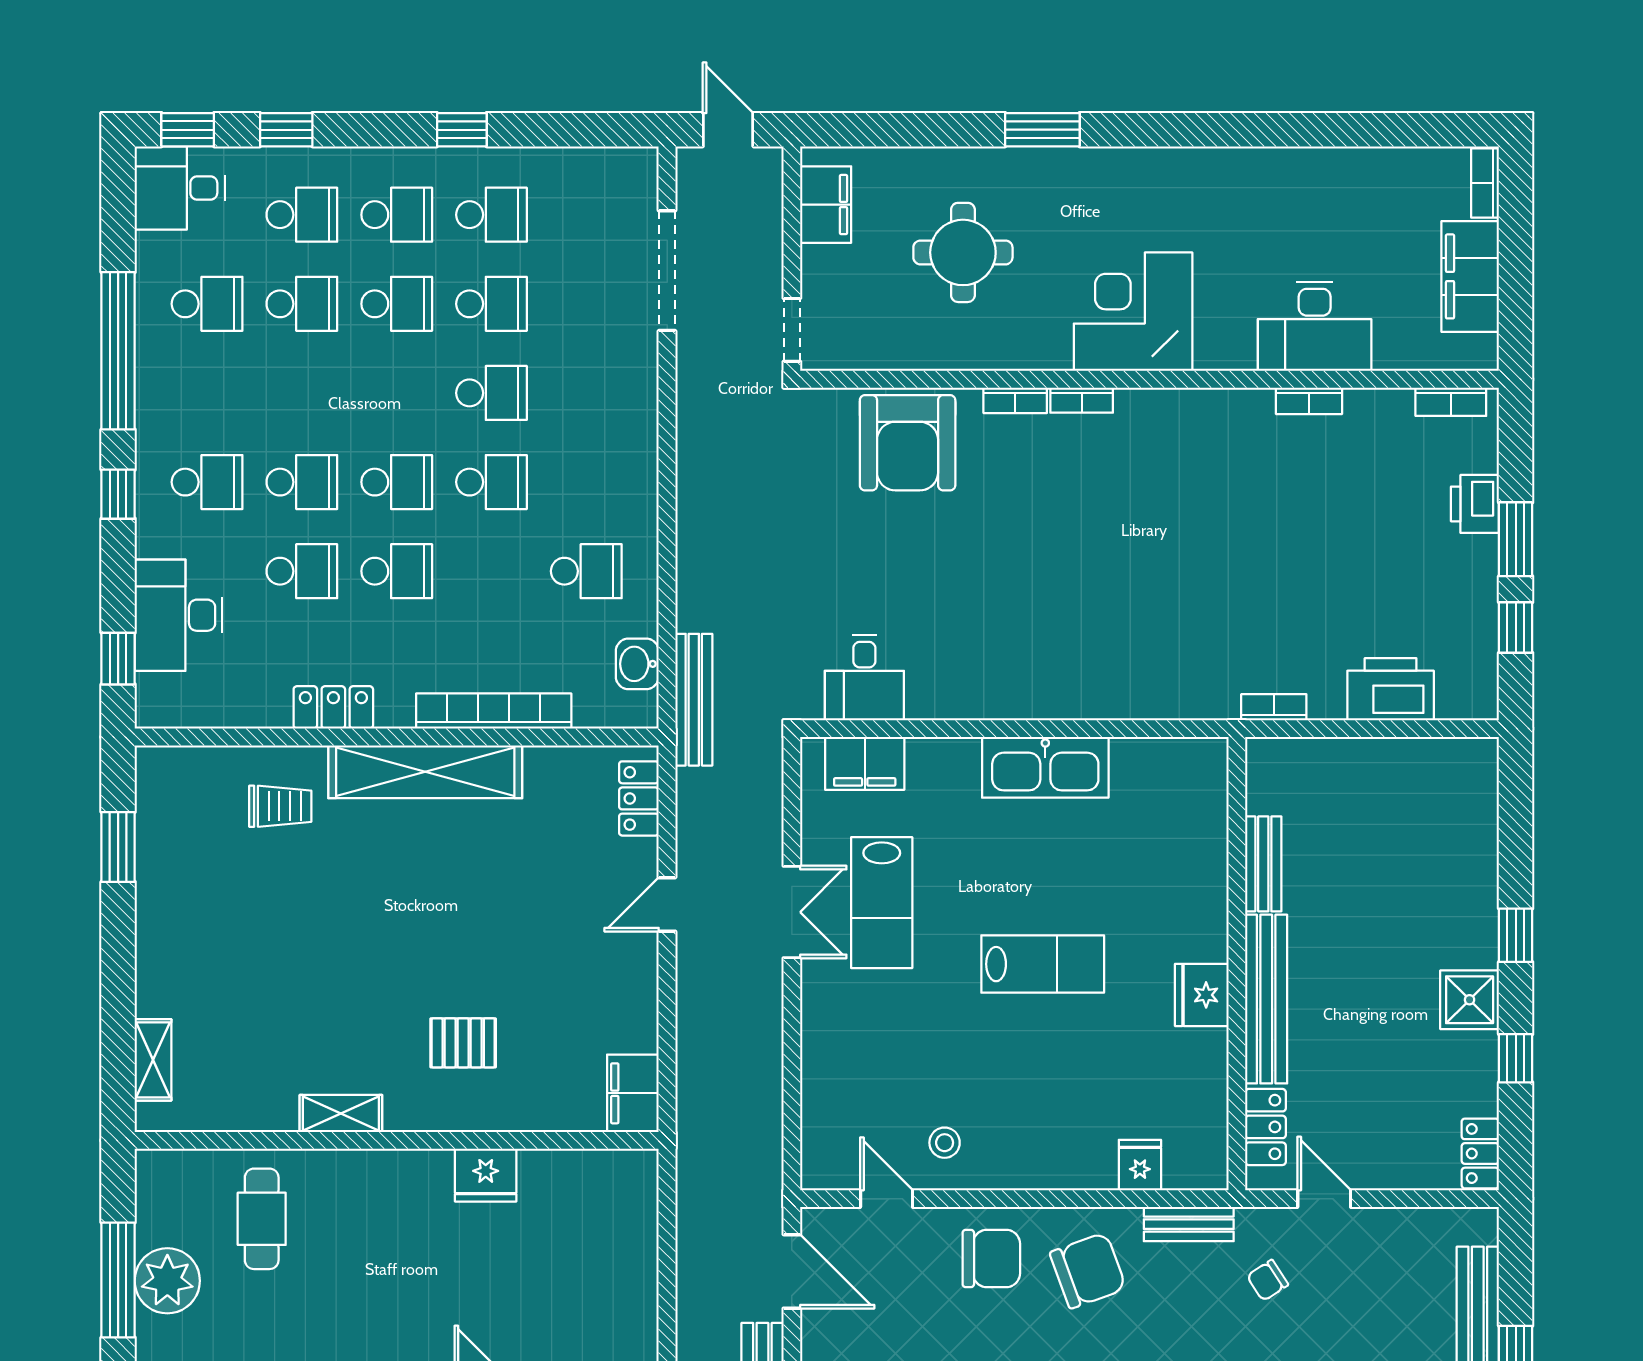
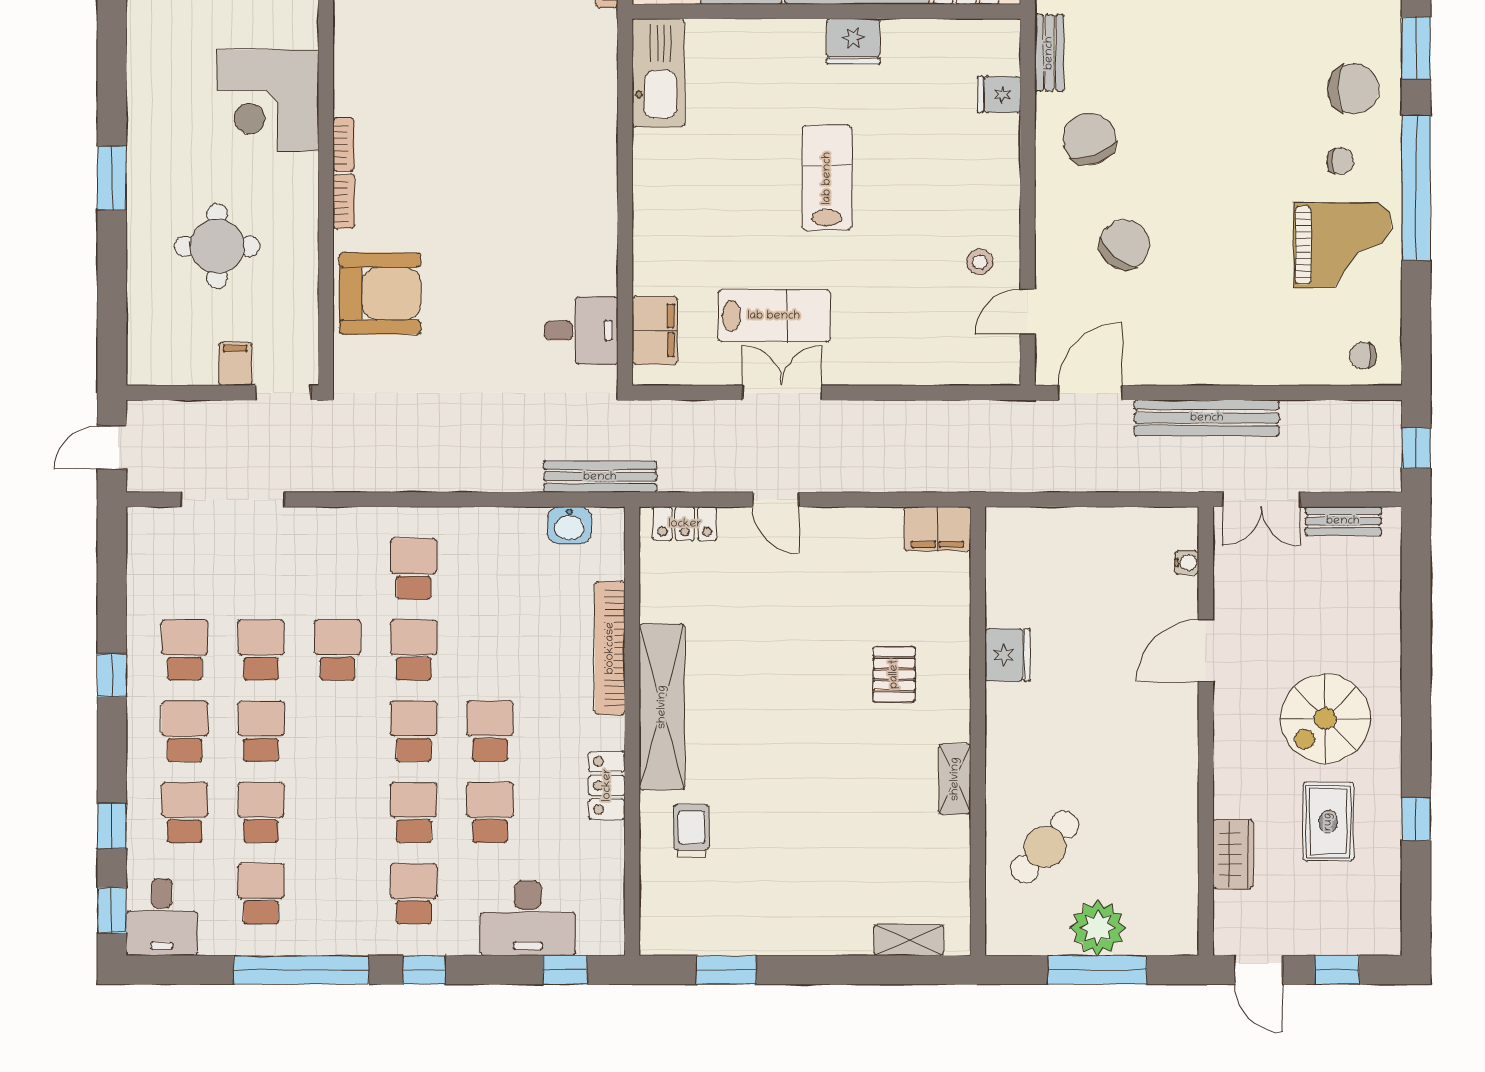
filing cabinet: (826, 205) -> (235, 364), moved, width x0.50
school desk: (586, 571) -> (414, 569), moved
kitchen sink: (1045, 767) -> (658, 73), moved
cafe table: (262, 1219) -> (1045, 847), turned -48
chair: (991, 1259) -> (1125, 245), moved, turned 39

